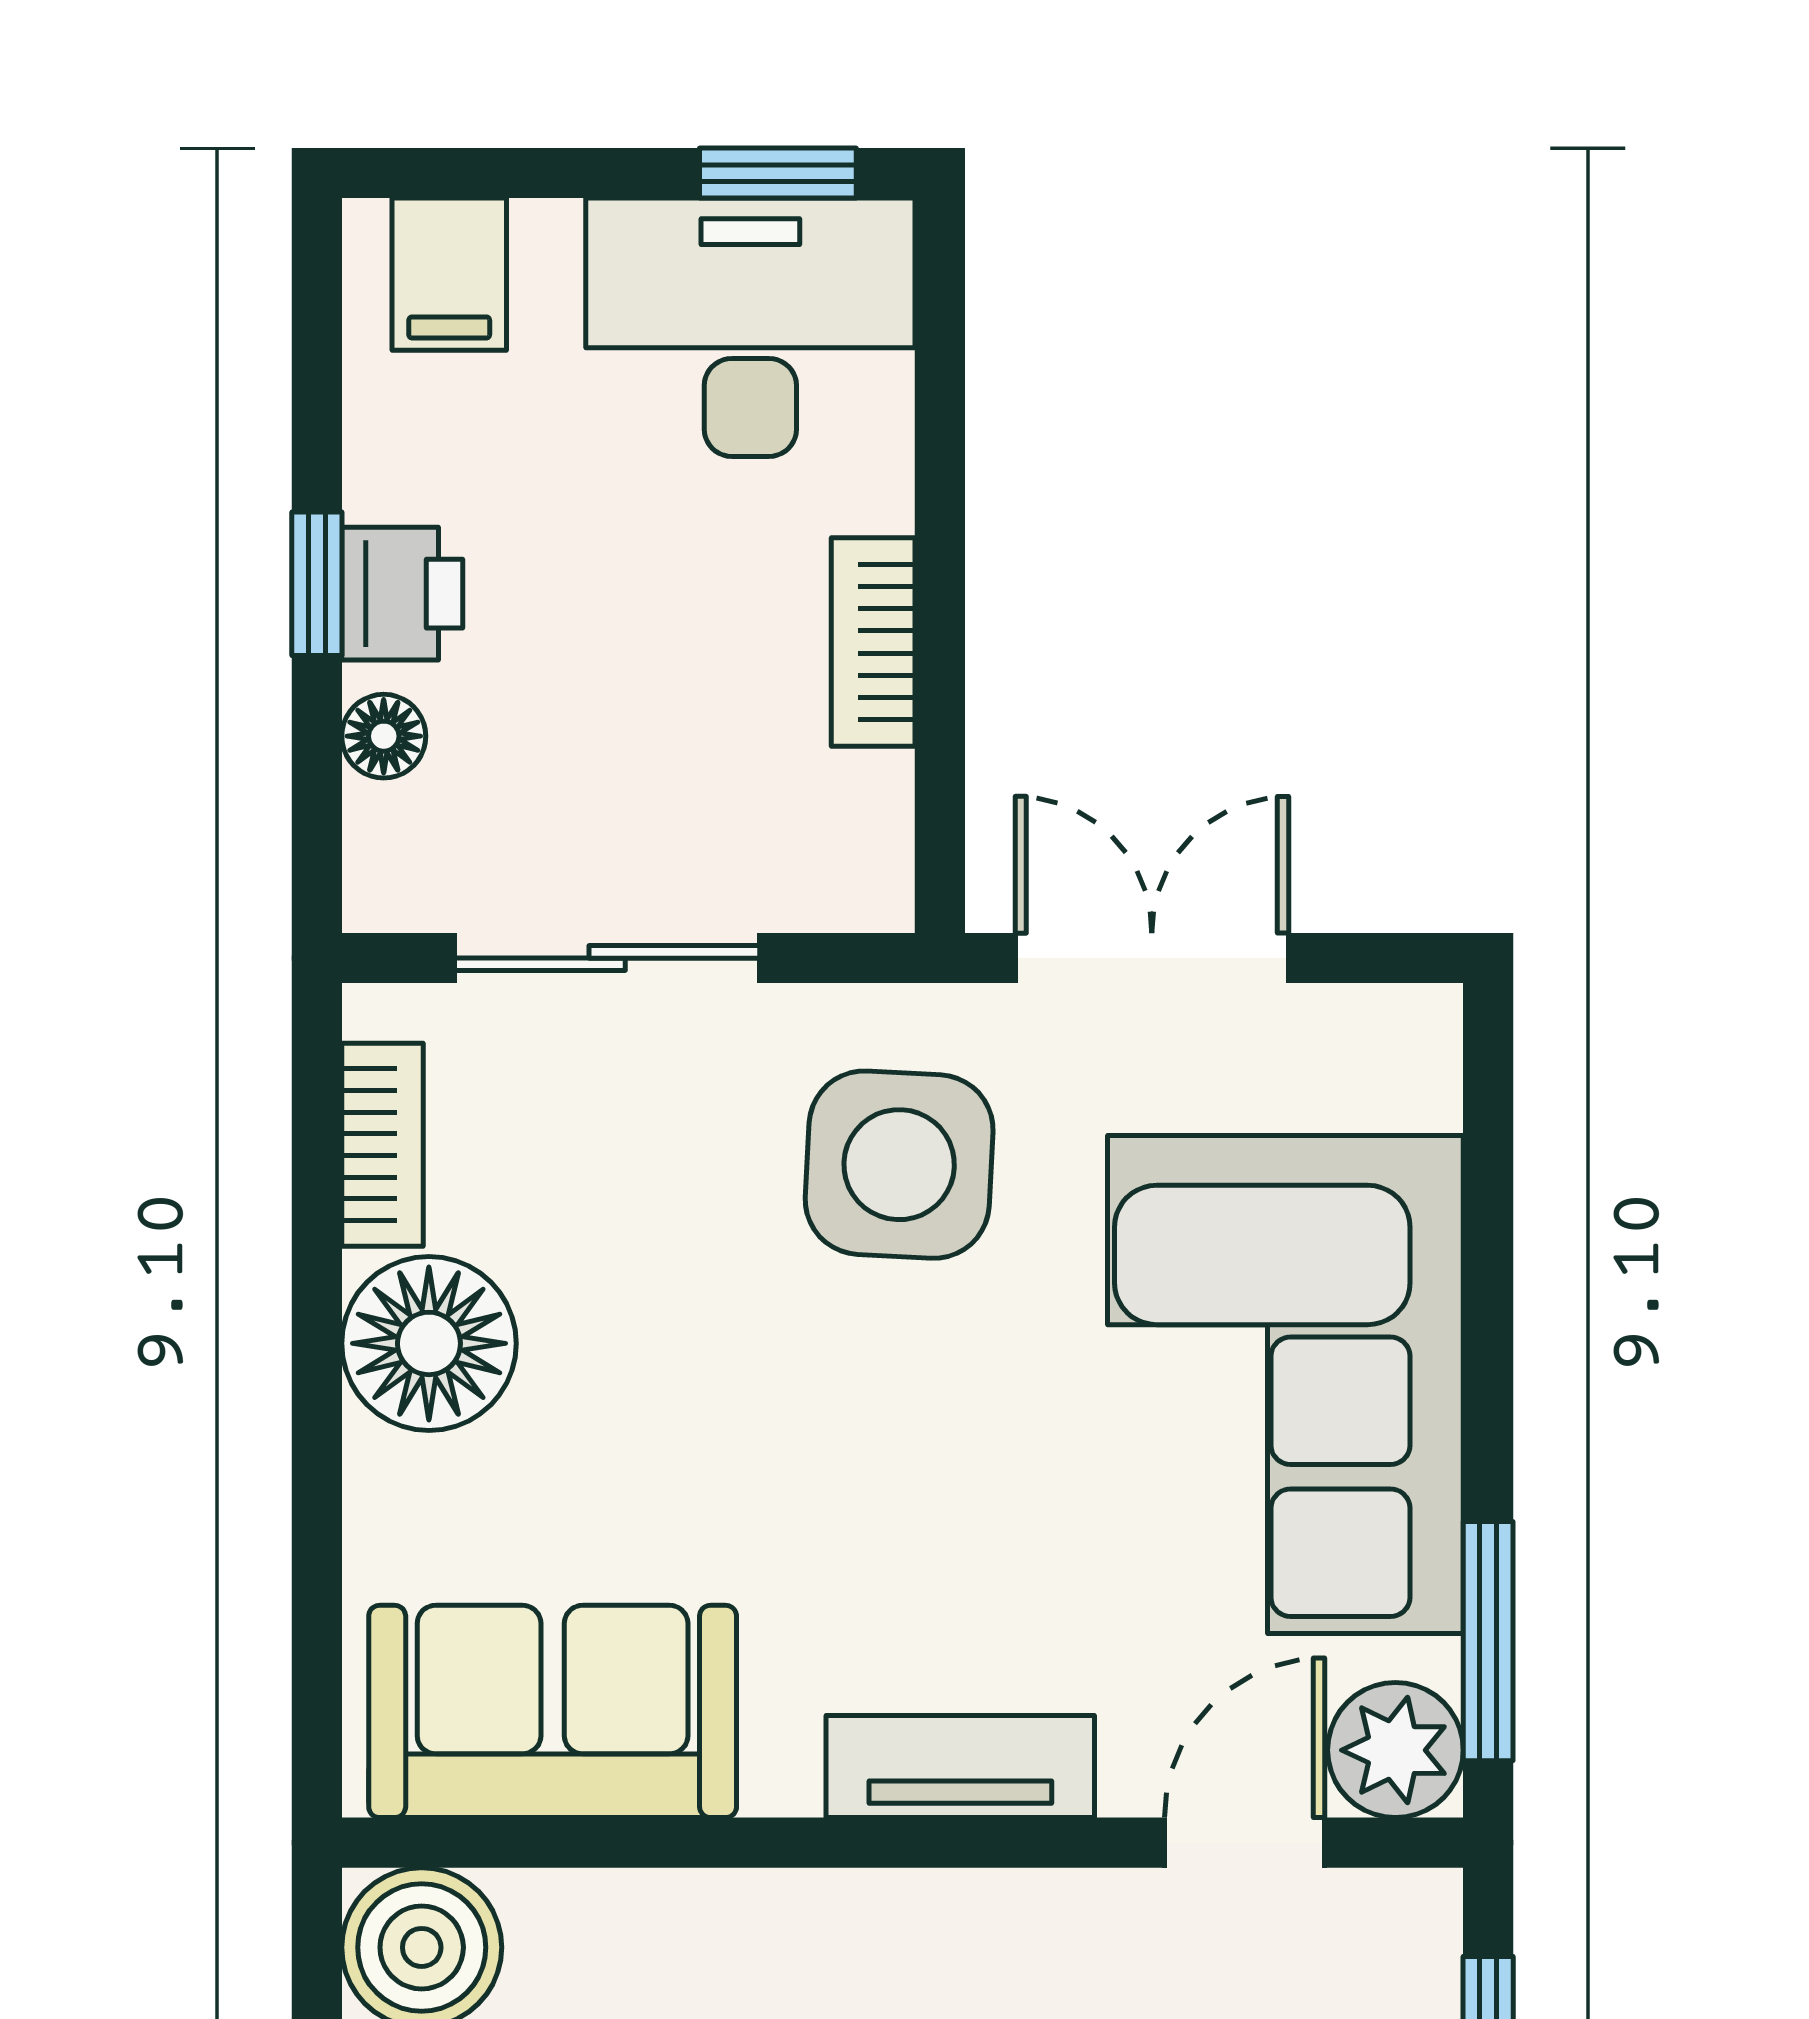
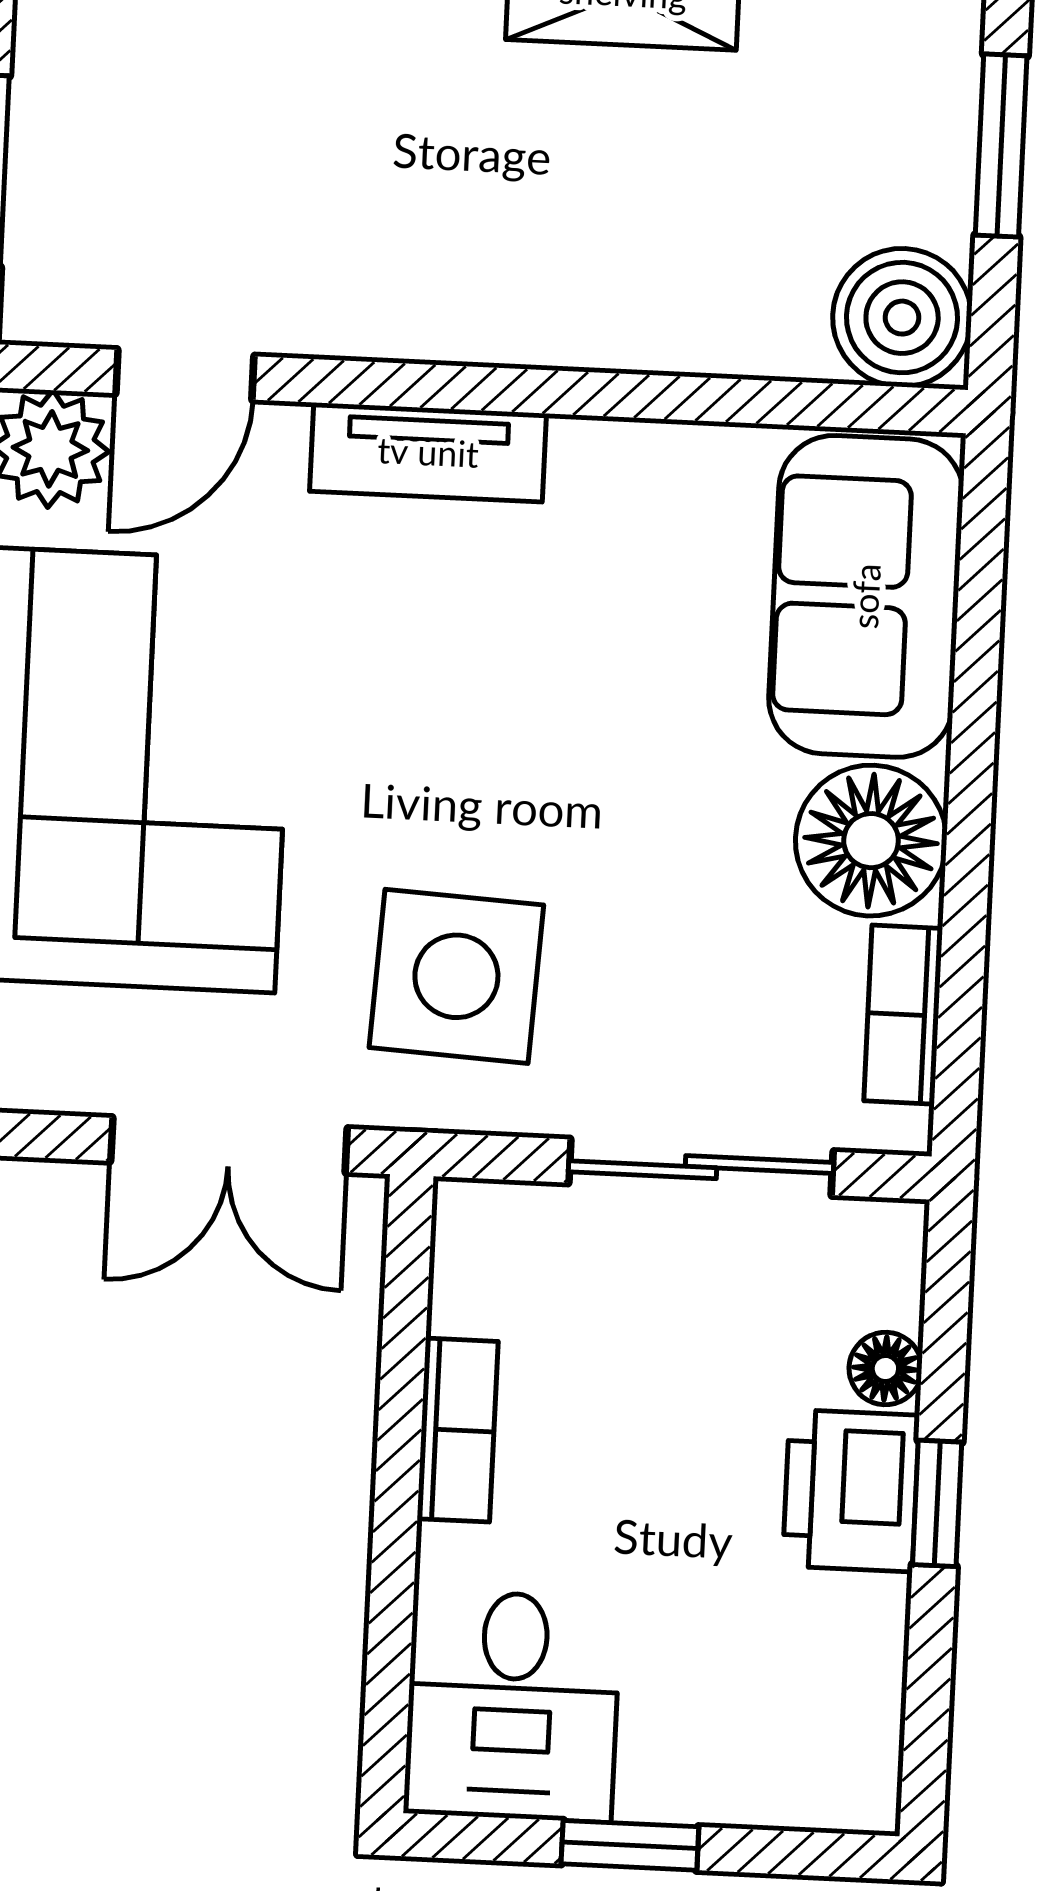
window: (778, 173) -> (630, 1845), moved
filing cabinet: (449, 274) -> (810, 1766), removed
desk: (750, 327) -> (512, 1706), width x0.73
printer: (402, 594) -> (851, 1491), width x1.36, depth x1.24
sofa: (553, 1711) -> (866, 596), moved, turned 90

